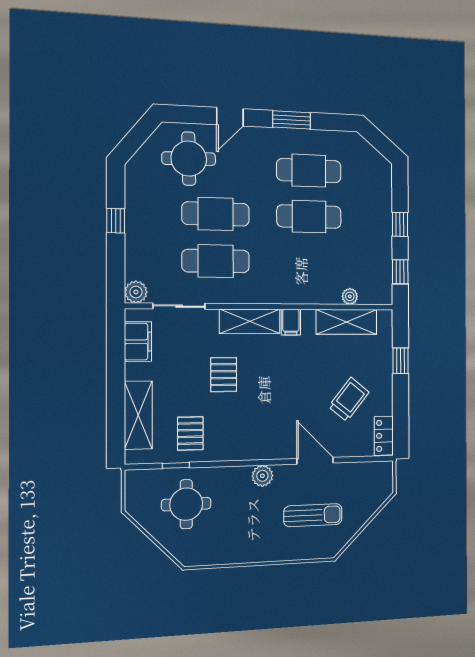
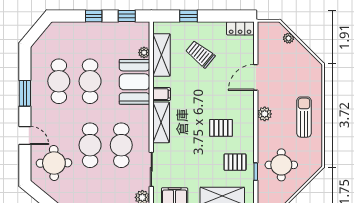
booth: (308, 282) -> (134, 82), added
pallet: (224, 375) -> (221, 128), moved
trolley: (349, 399) -> (200, 54), moved
plant: (370, 507) -> (288, 38), added
sun lounger: (313, 515) -> (304, 117), moved

